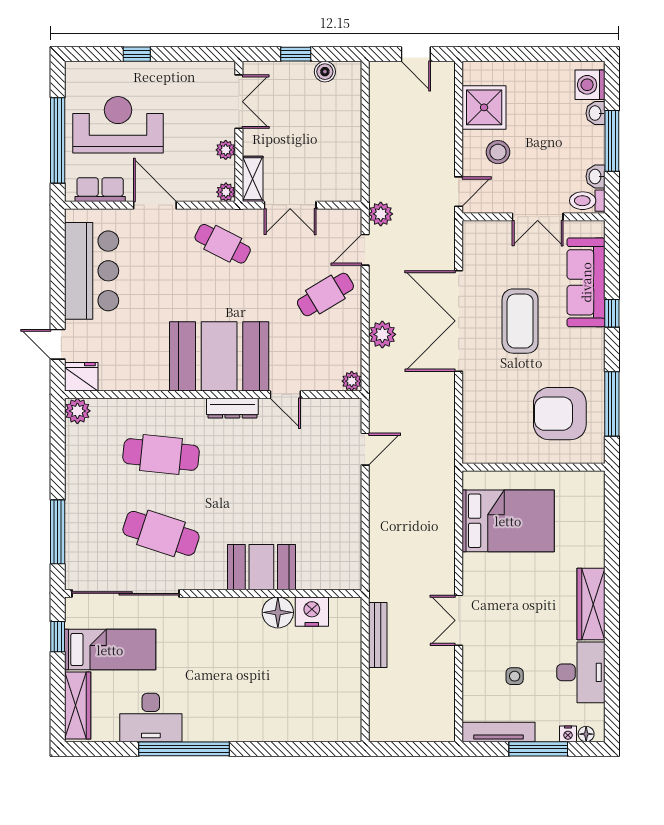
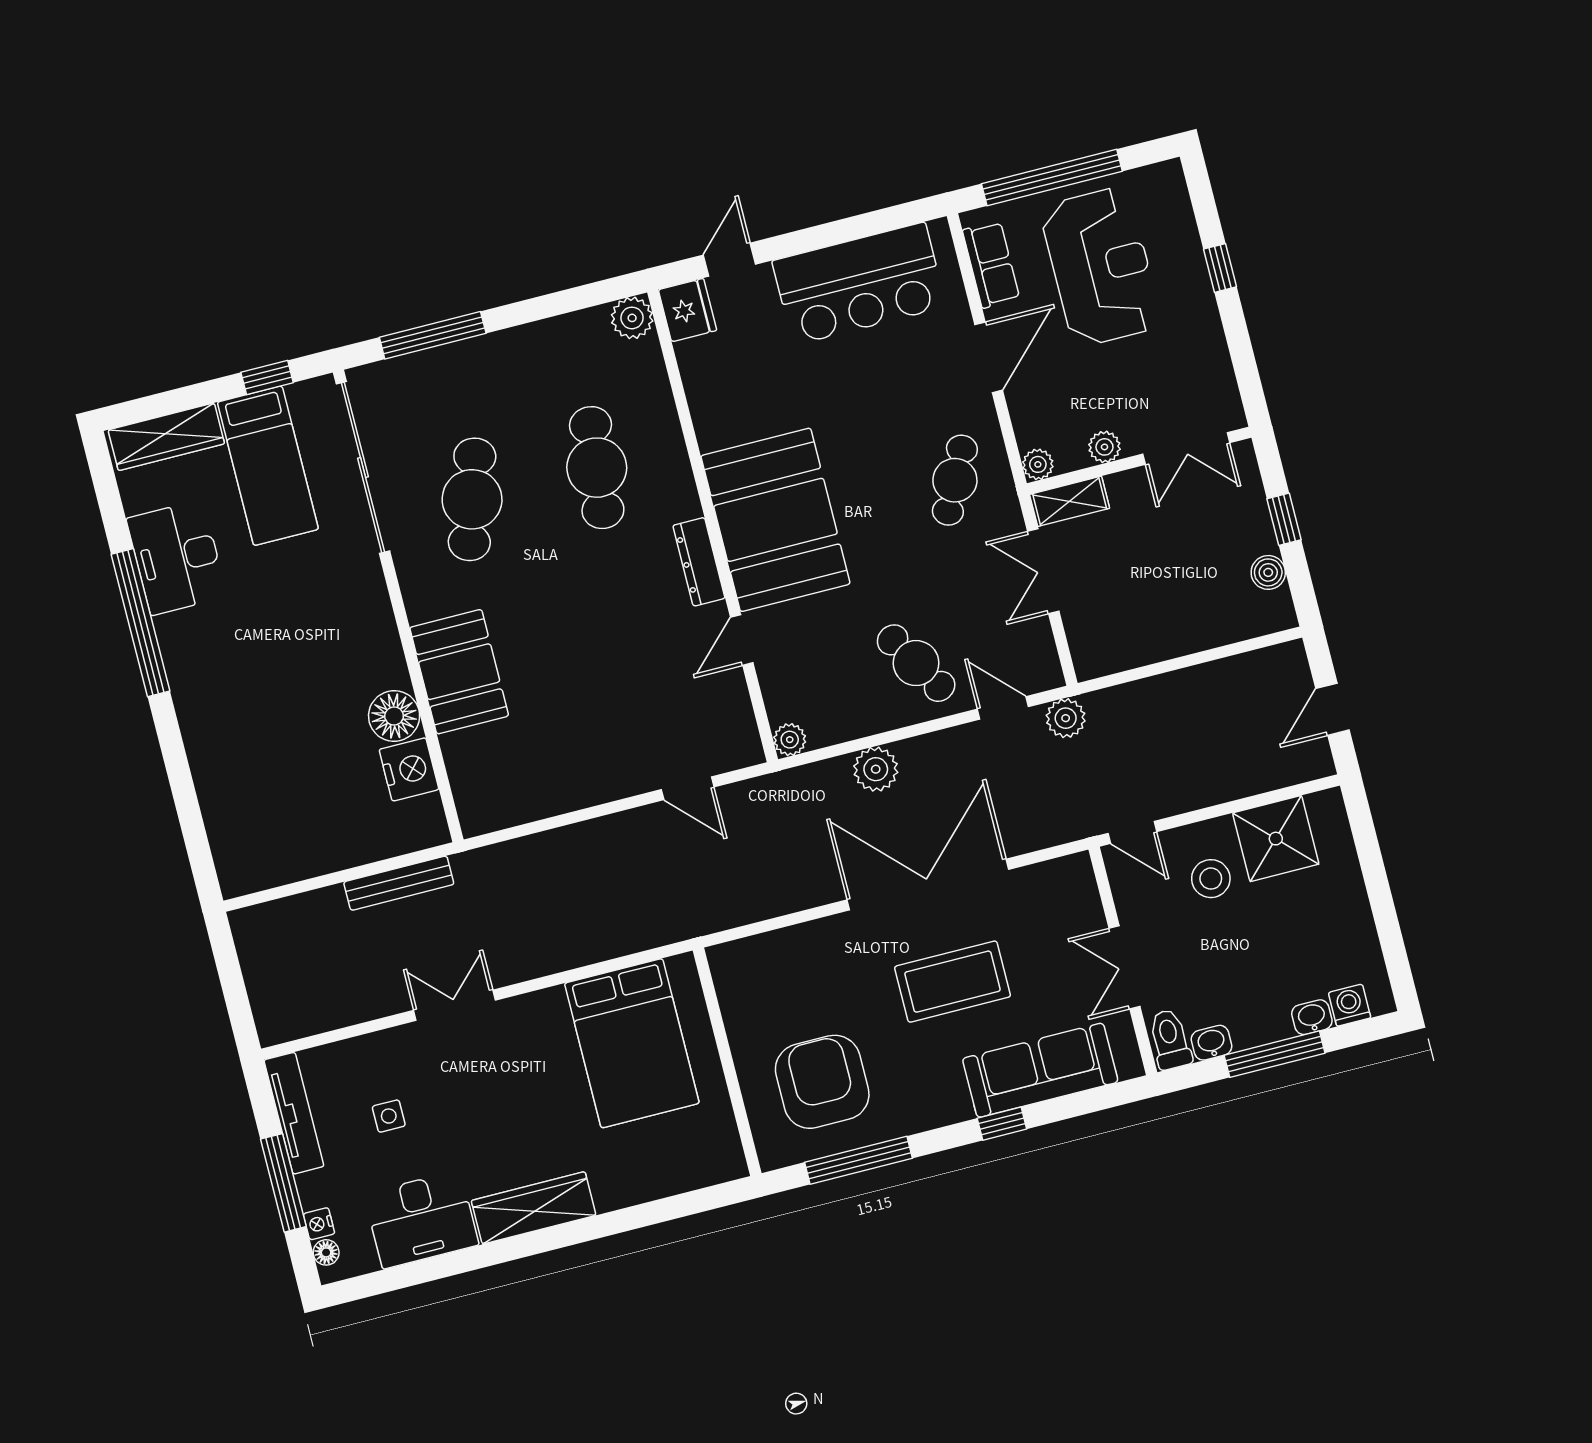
washing machine: (590, 85) -> (1350, 1005), width x0.73, depth x0.73

